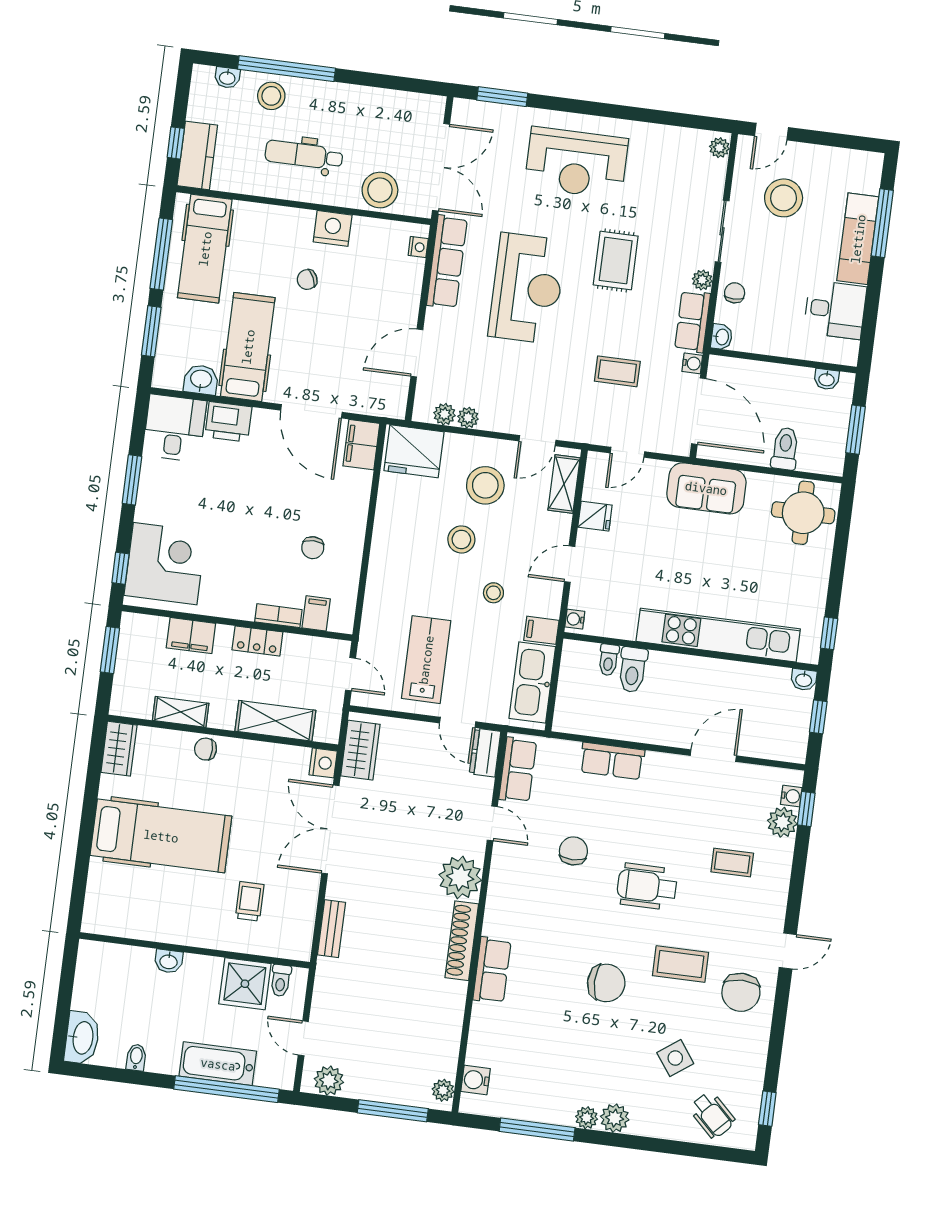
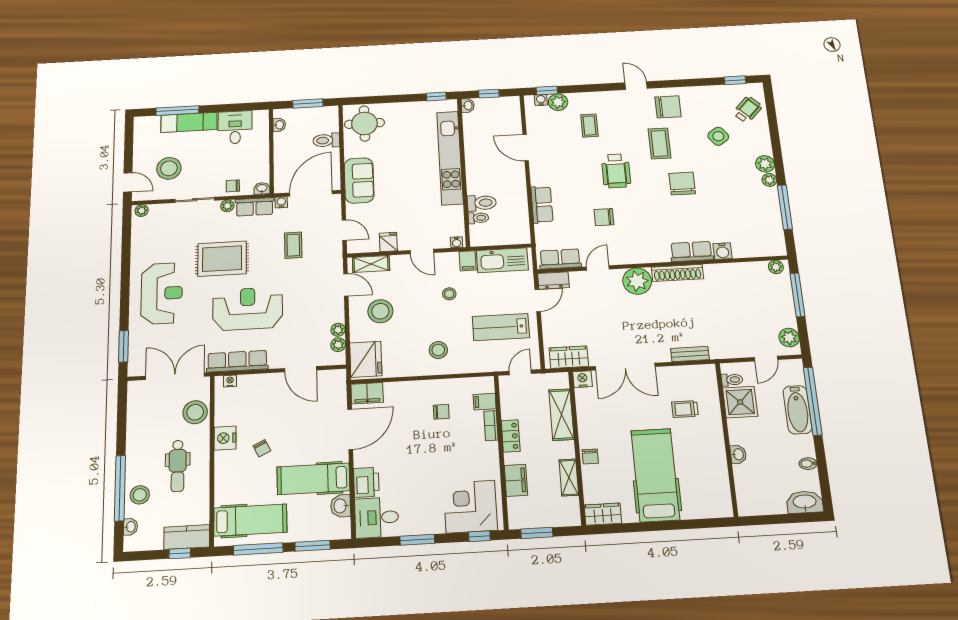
rug: (616, 261) -> (222, 259), width x1.36, depth x1.43
stool: (461, 539) -> (438, 350), moved
water cooler: (476, 1080) -> (723, 251), moved

